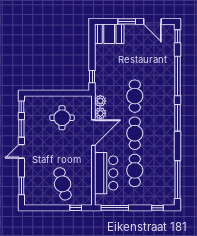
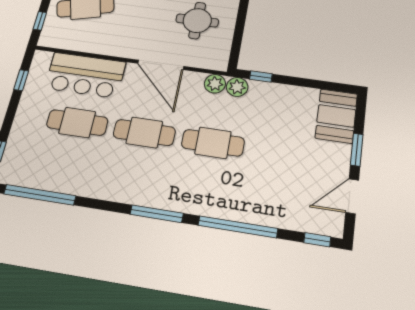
plant: (100, 113) -> (237, 87), moved
window: (115, 208) -> (21, 80), width x0.46

